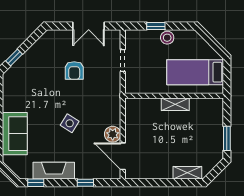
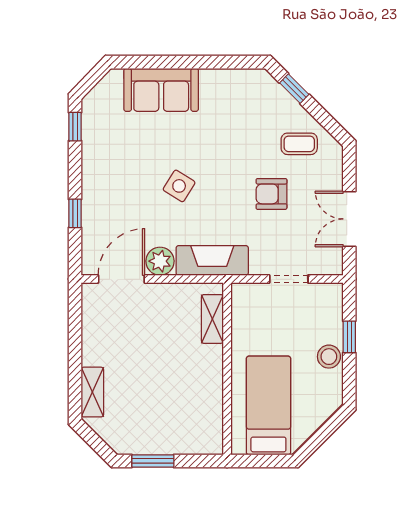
coffee table: (46, 55) -> (299, 144), added
shelving: (175, 104) -> (212, 319), moved
fireplace: (54, 171) -> (212, 260), moved, turned -90

